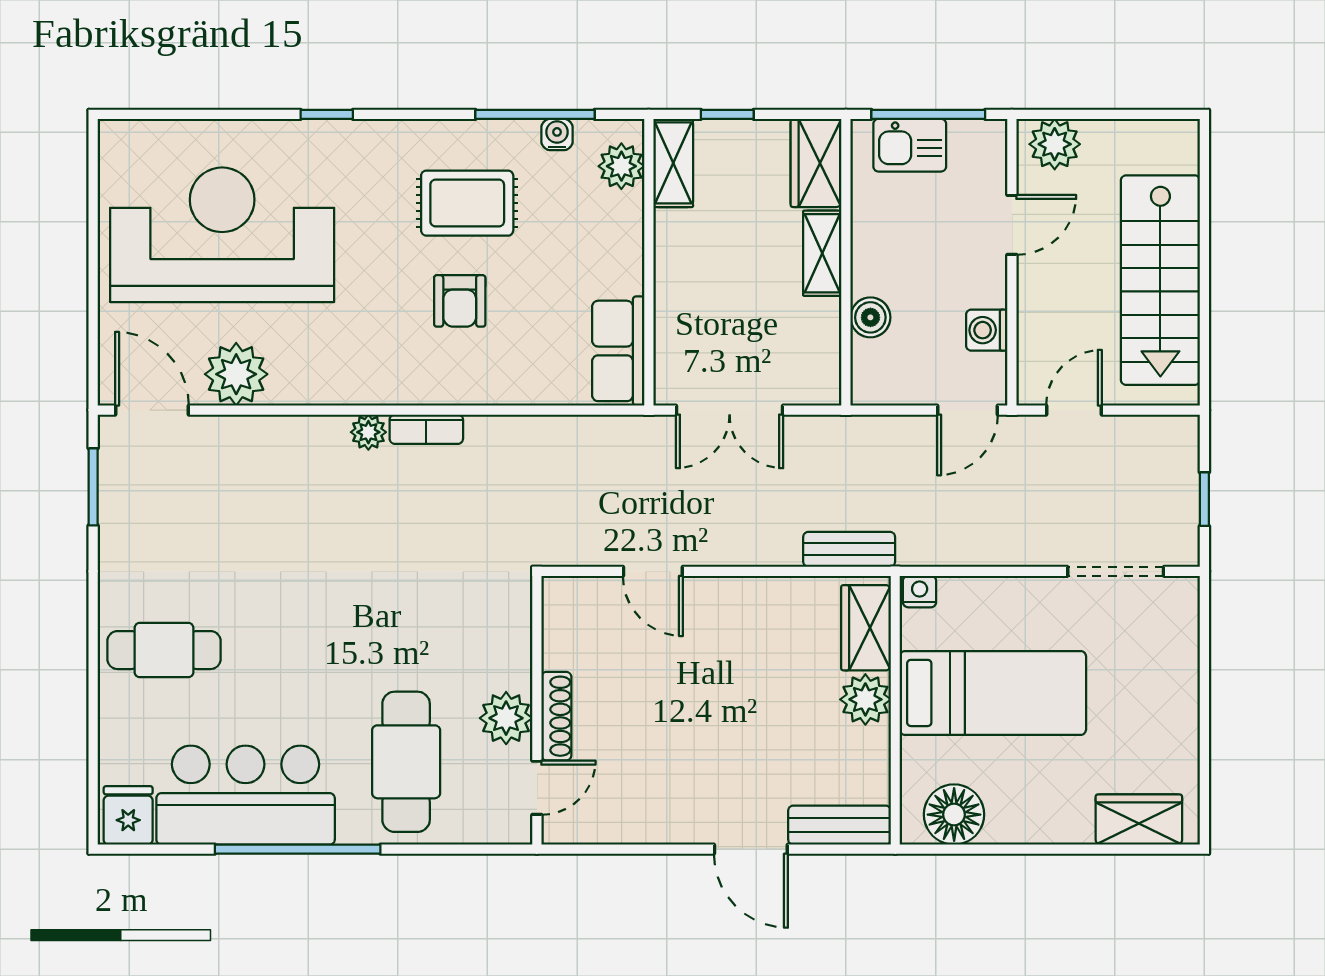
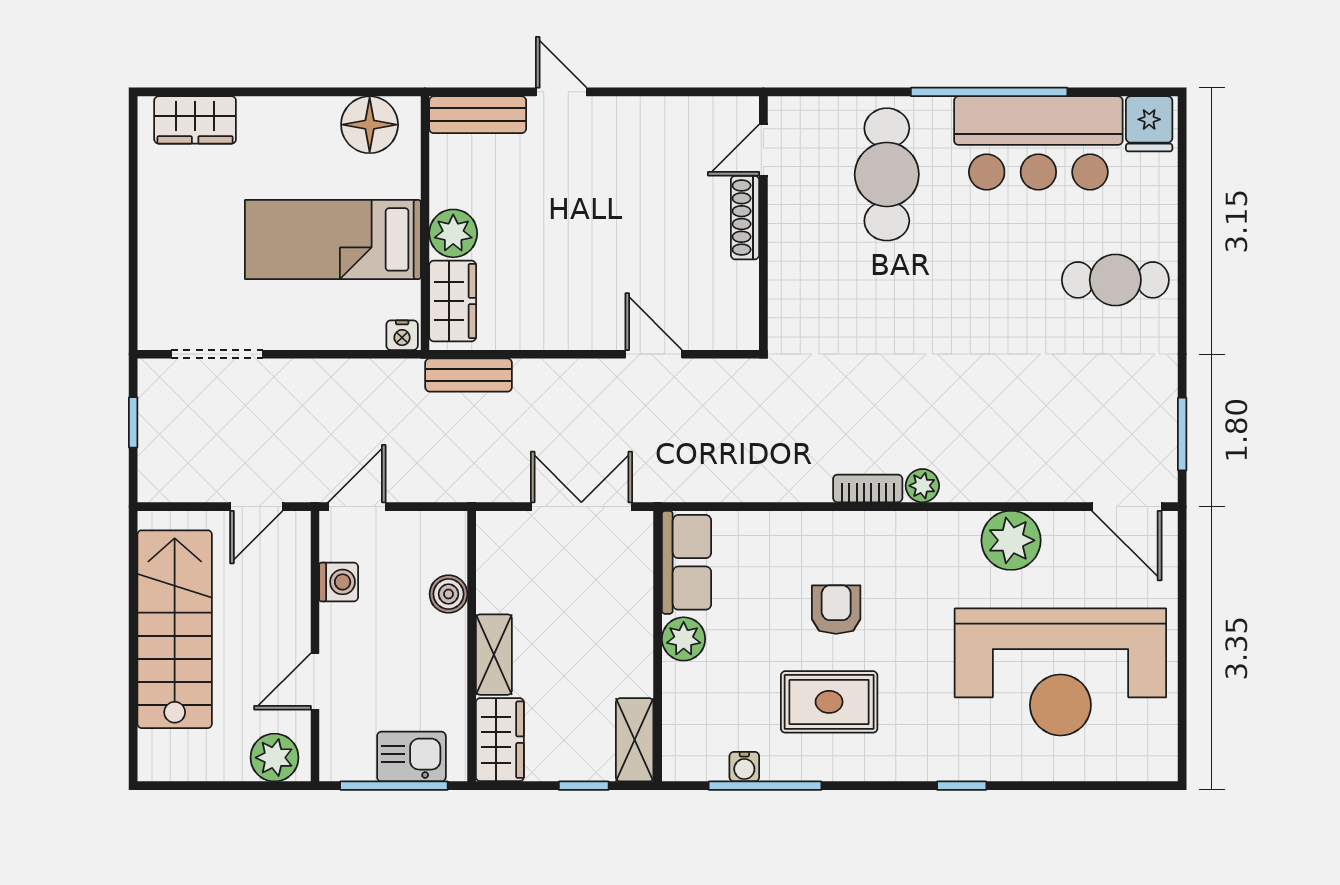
plant: (621, 166) -> (684, 639), moved
plant: (236, 374) -> (1011, 540), moved
plant: (506, 718) -> (792, 216), removed
door: (751, 849) -> (561, 92), width x0.73

